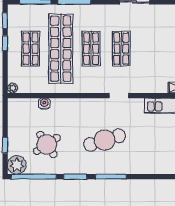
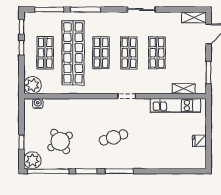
shop shelf: (152, 49) -> (157, 53), added
plant: (13, 88) -> (32, 85), width x1.88, depth x1.88
water cooler: (44, 104) -> (38, 104), moved
cafe table: (105, 140) -> (113, 137), width x0.73, depth x0.74

